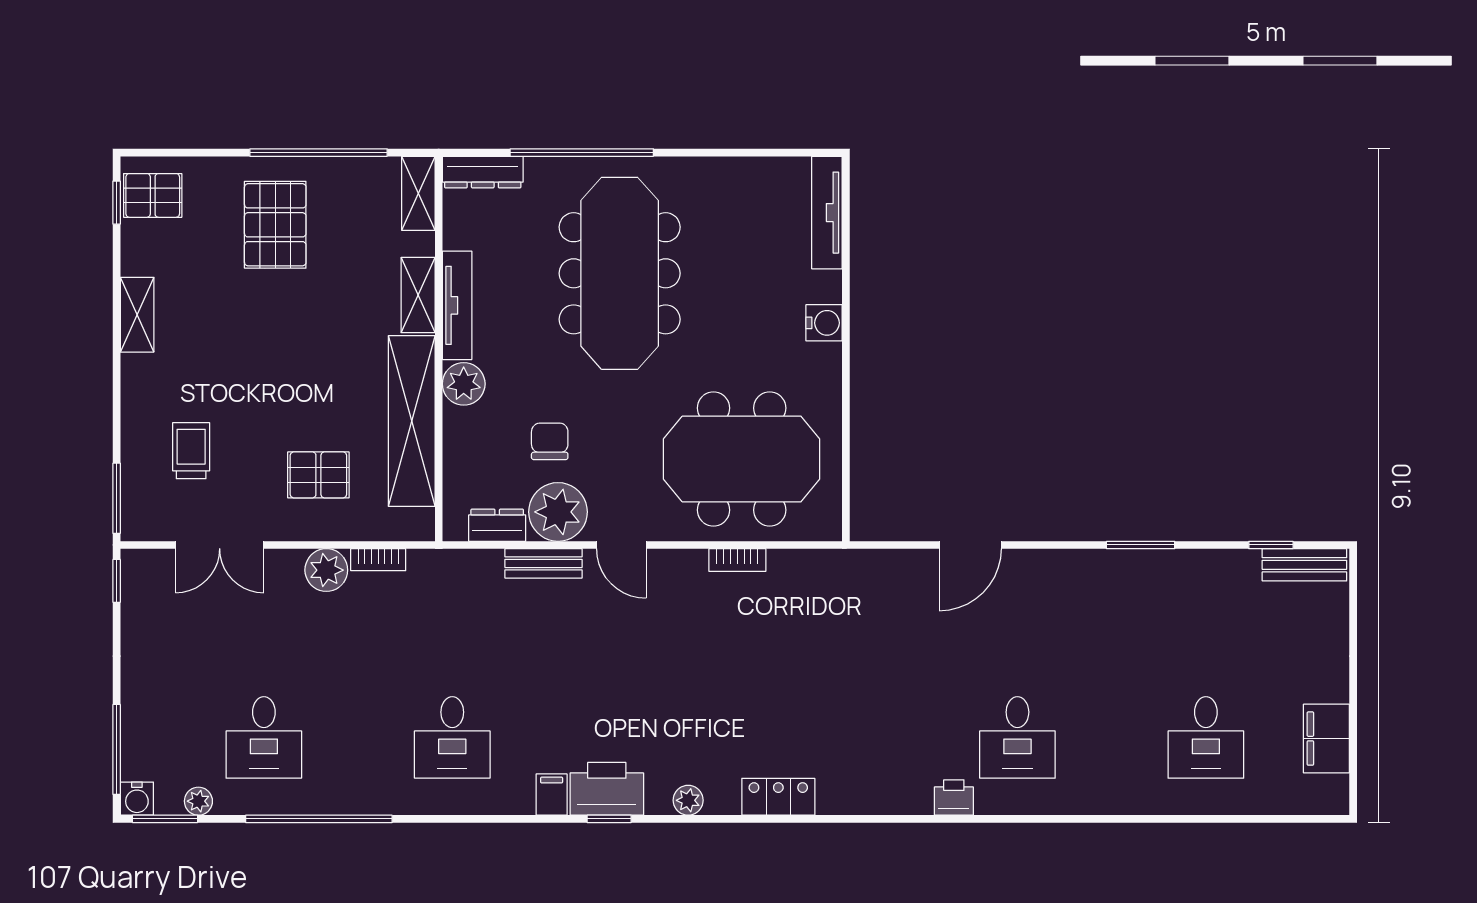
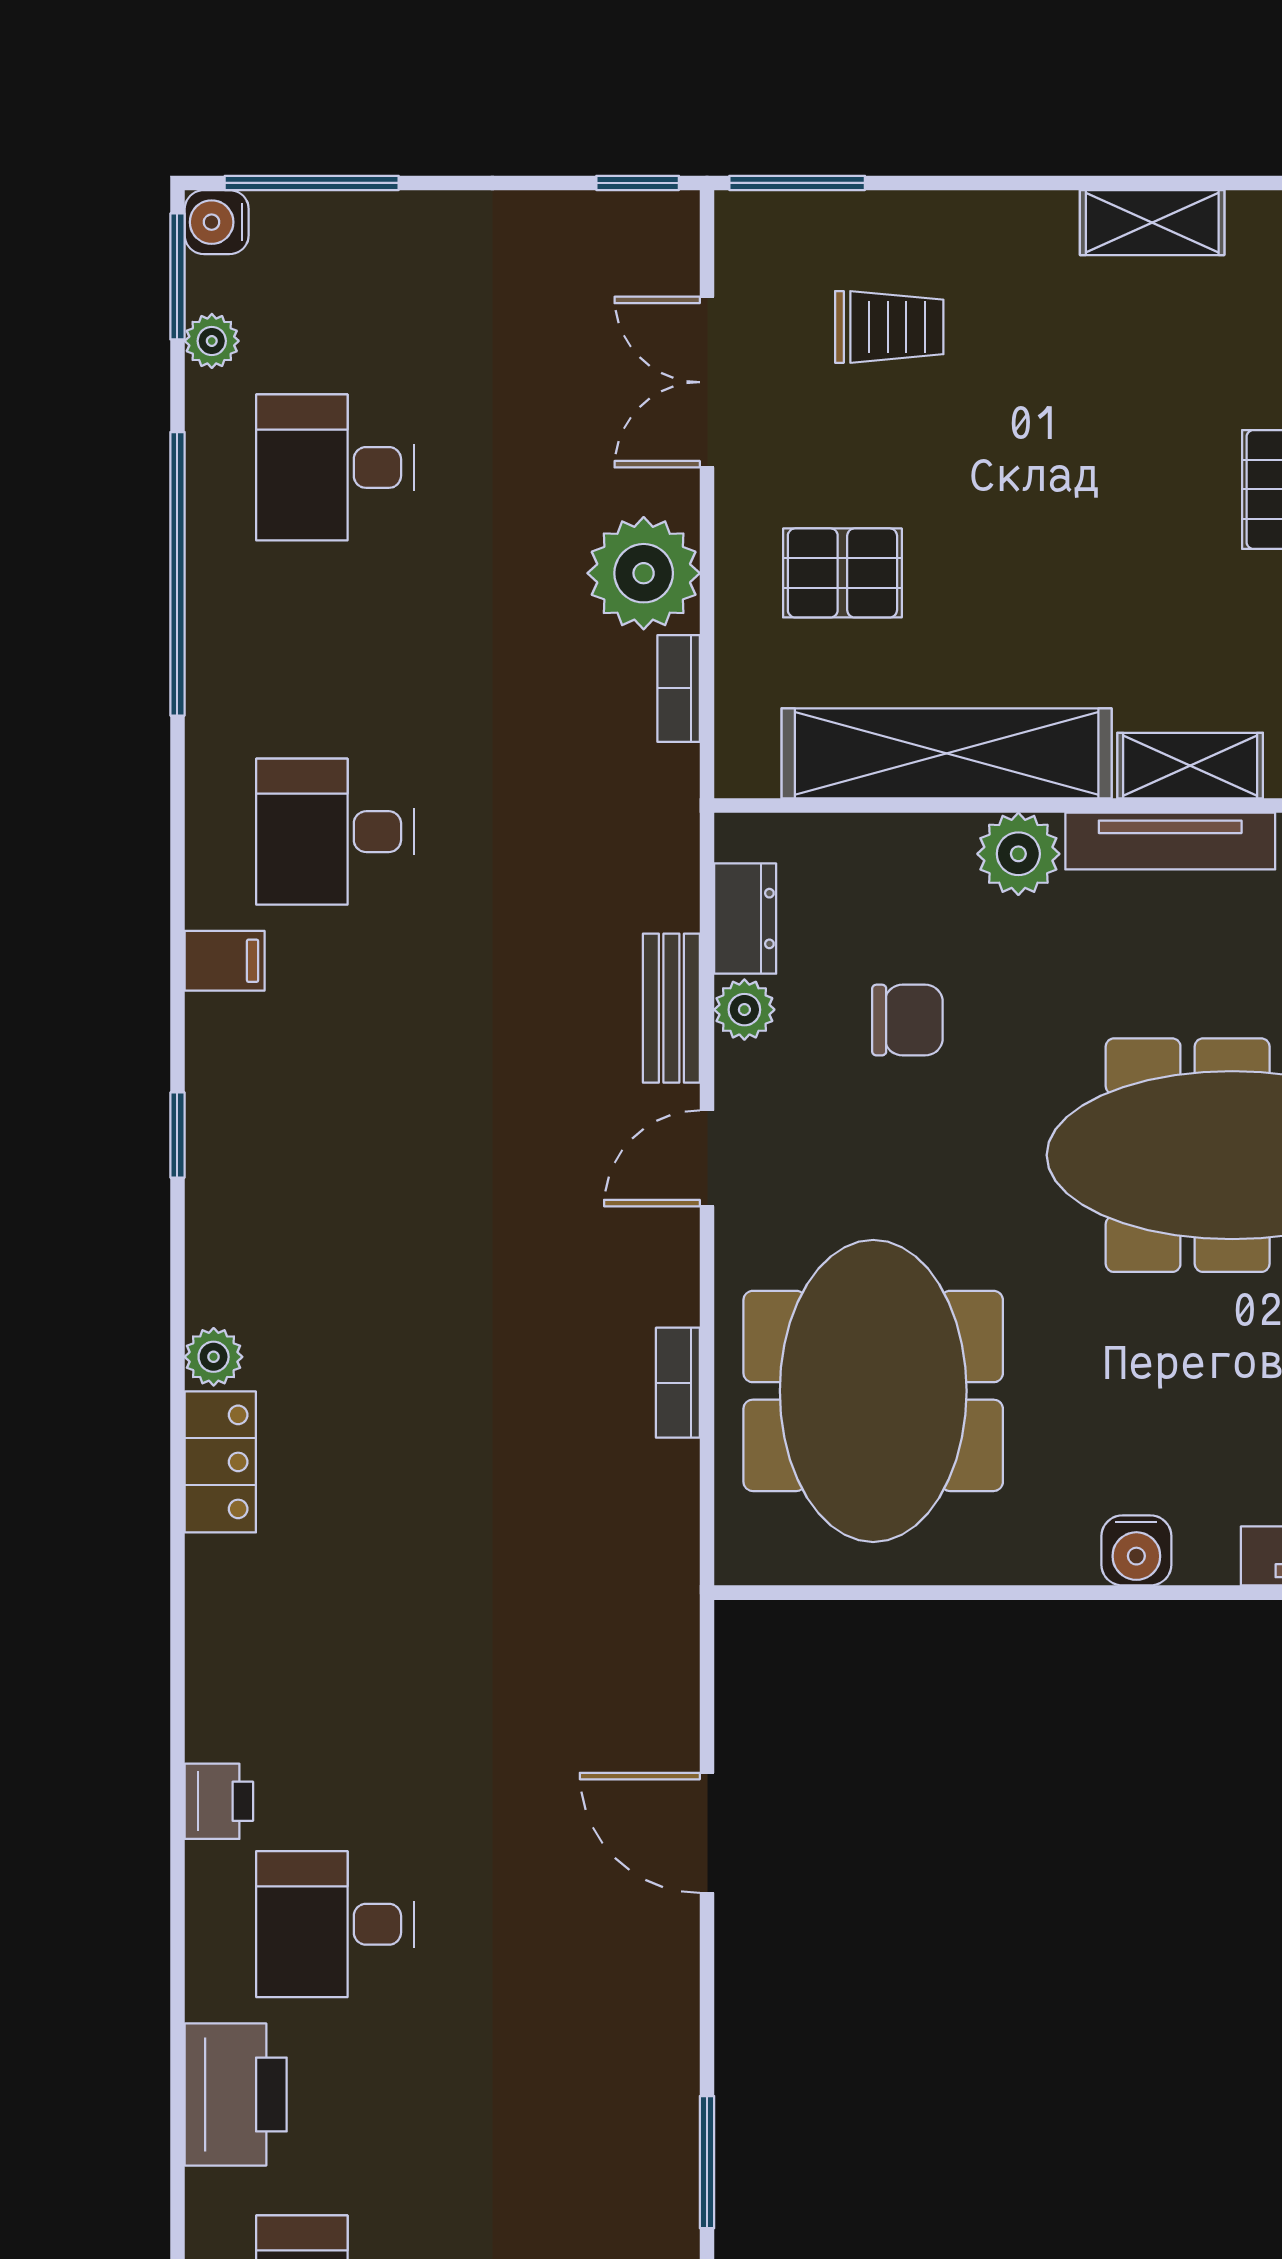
pallet: (318, 475) -> (842, 573), turned 90
plant: (558, 512) -> (744, 1010), width x0.53, depth x0.53
plant: (326, 570) -> (644, 573), width x1.36, depth x1.36
printer: (607, 789) -> (236, 2094), moved
filing cabinet: (552, 795) -> (225, 961), moved
plant: (688, 800) -> (214, 1357), moved

